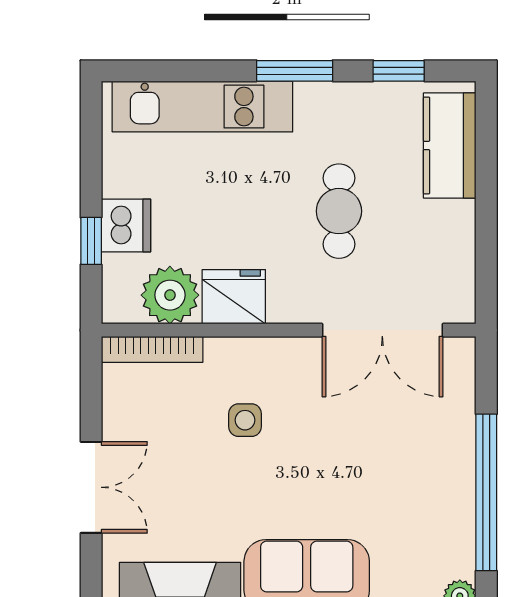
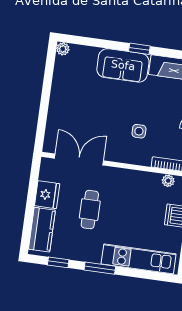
plant: (170, 295) -> (168, 181), width x0.53, depth x0.53
fridge: (234, 297) -> (47, 195), moved, turned -90
window: (486, 492) -> (46, 89), removed

